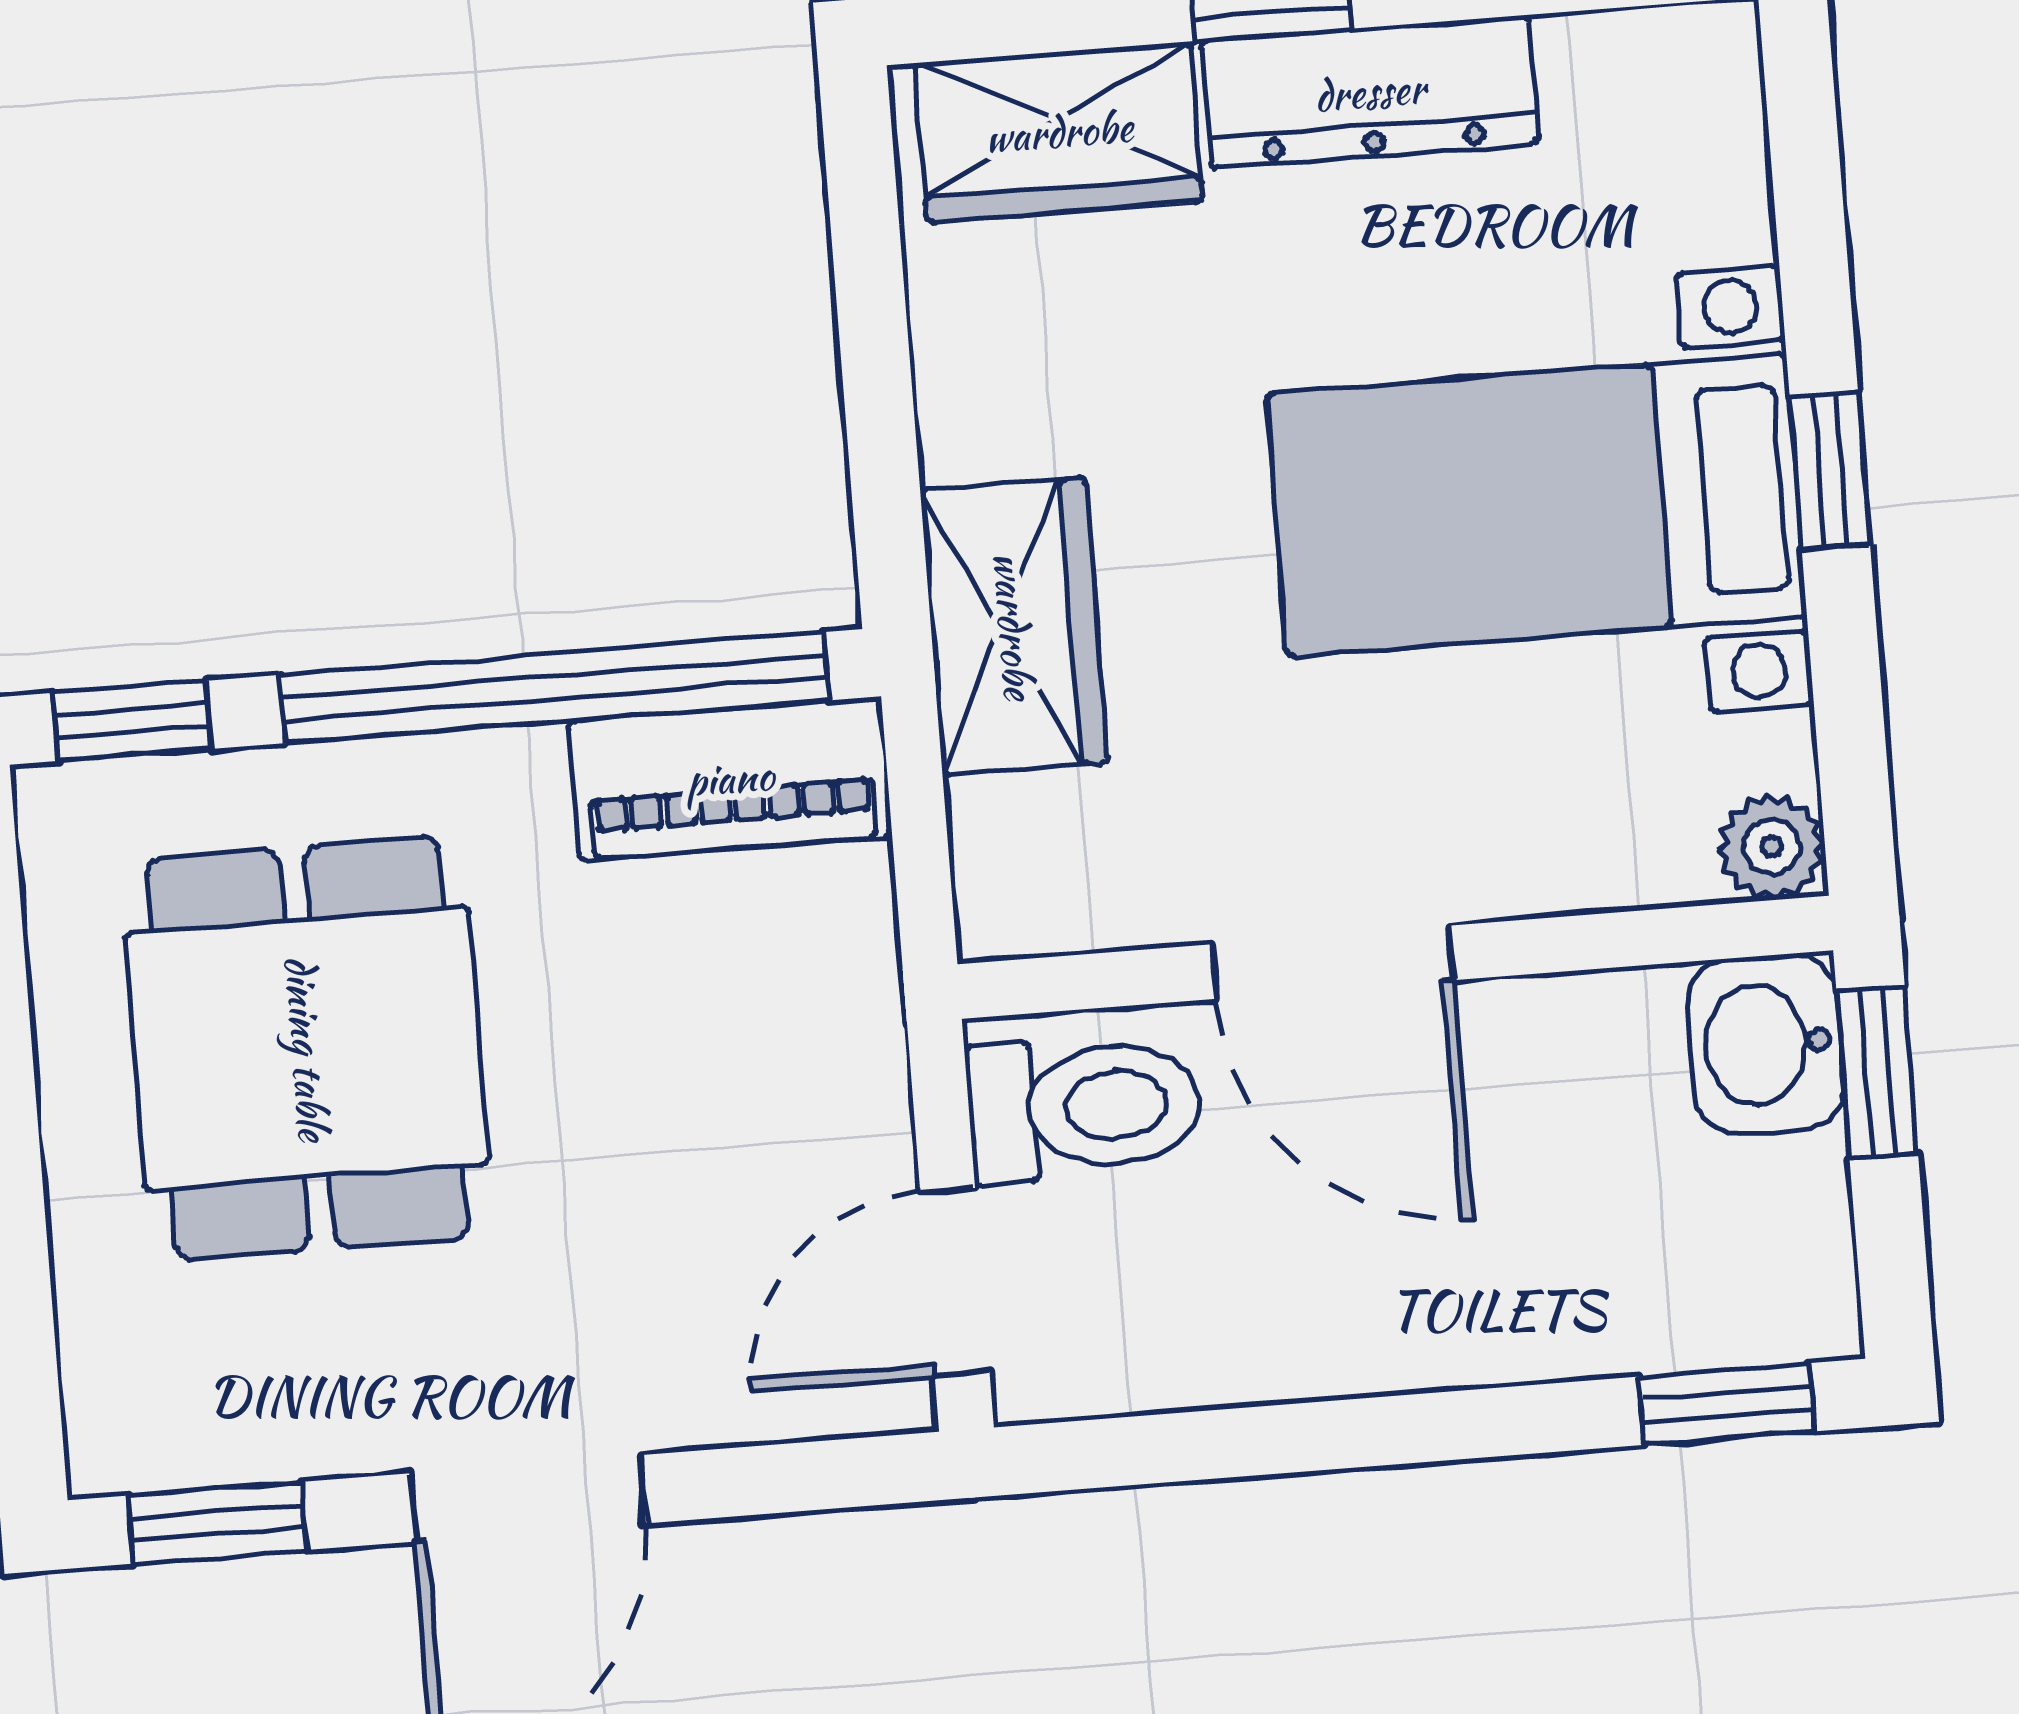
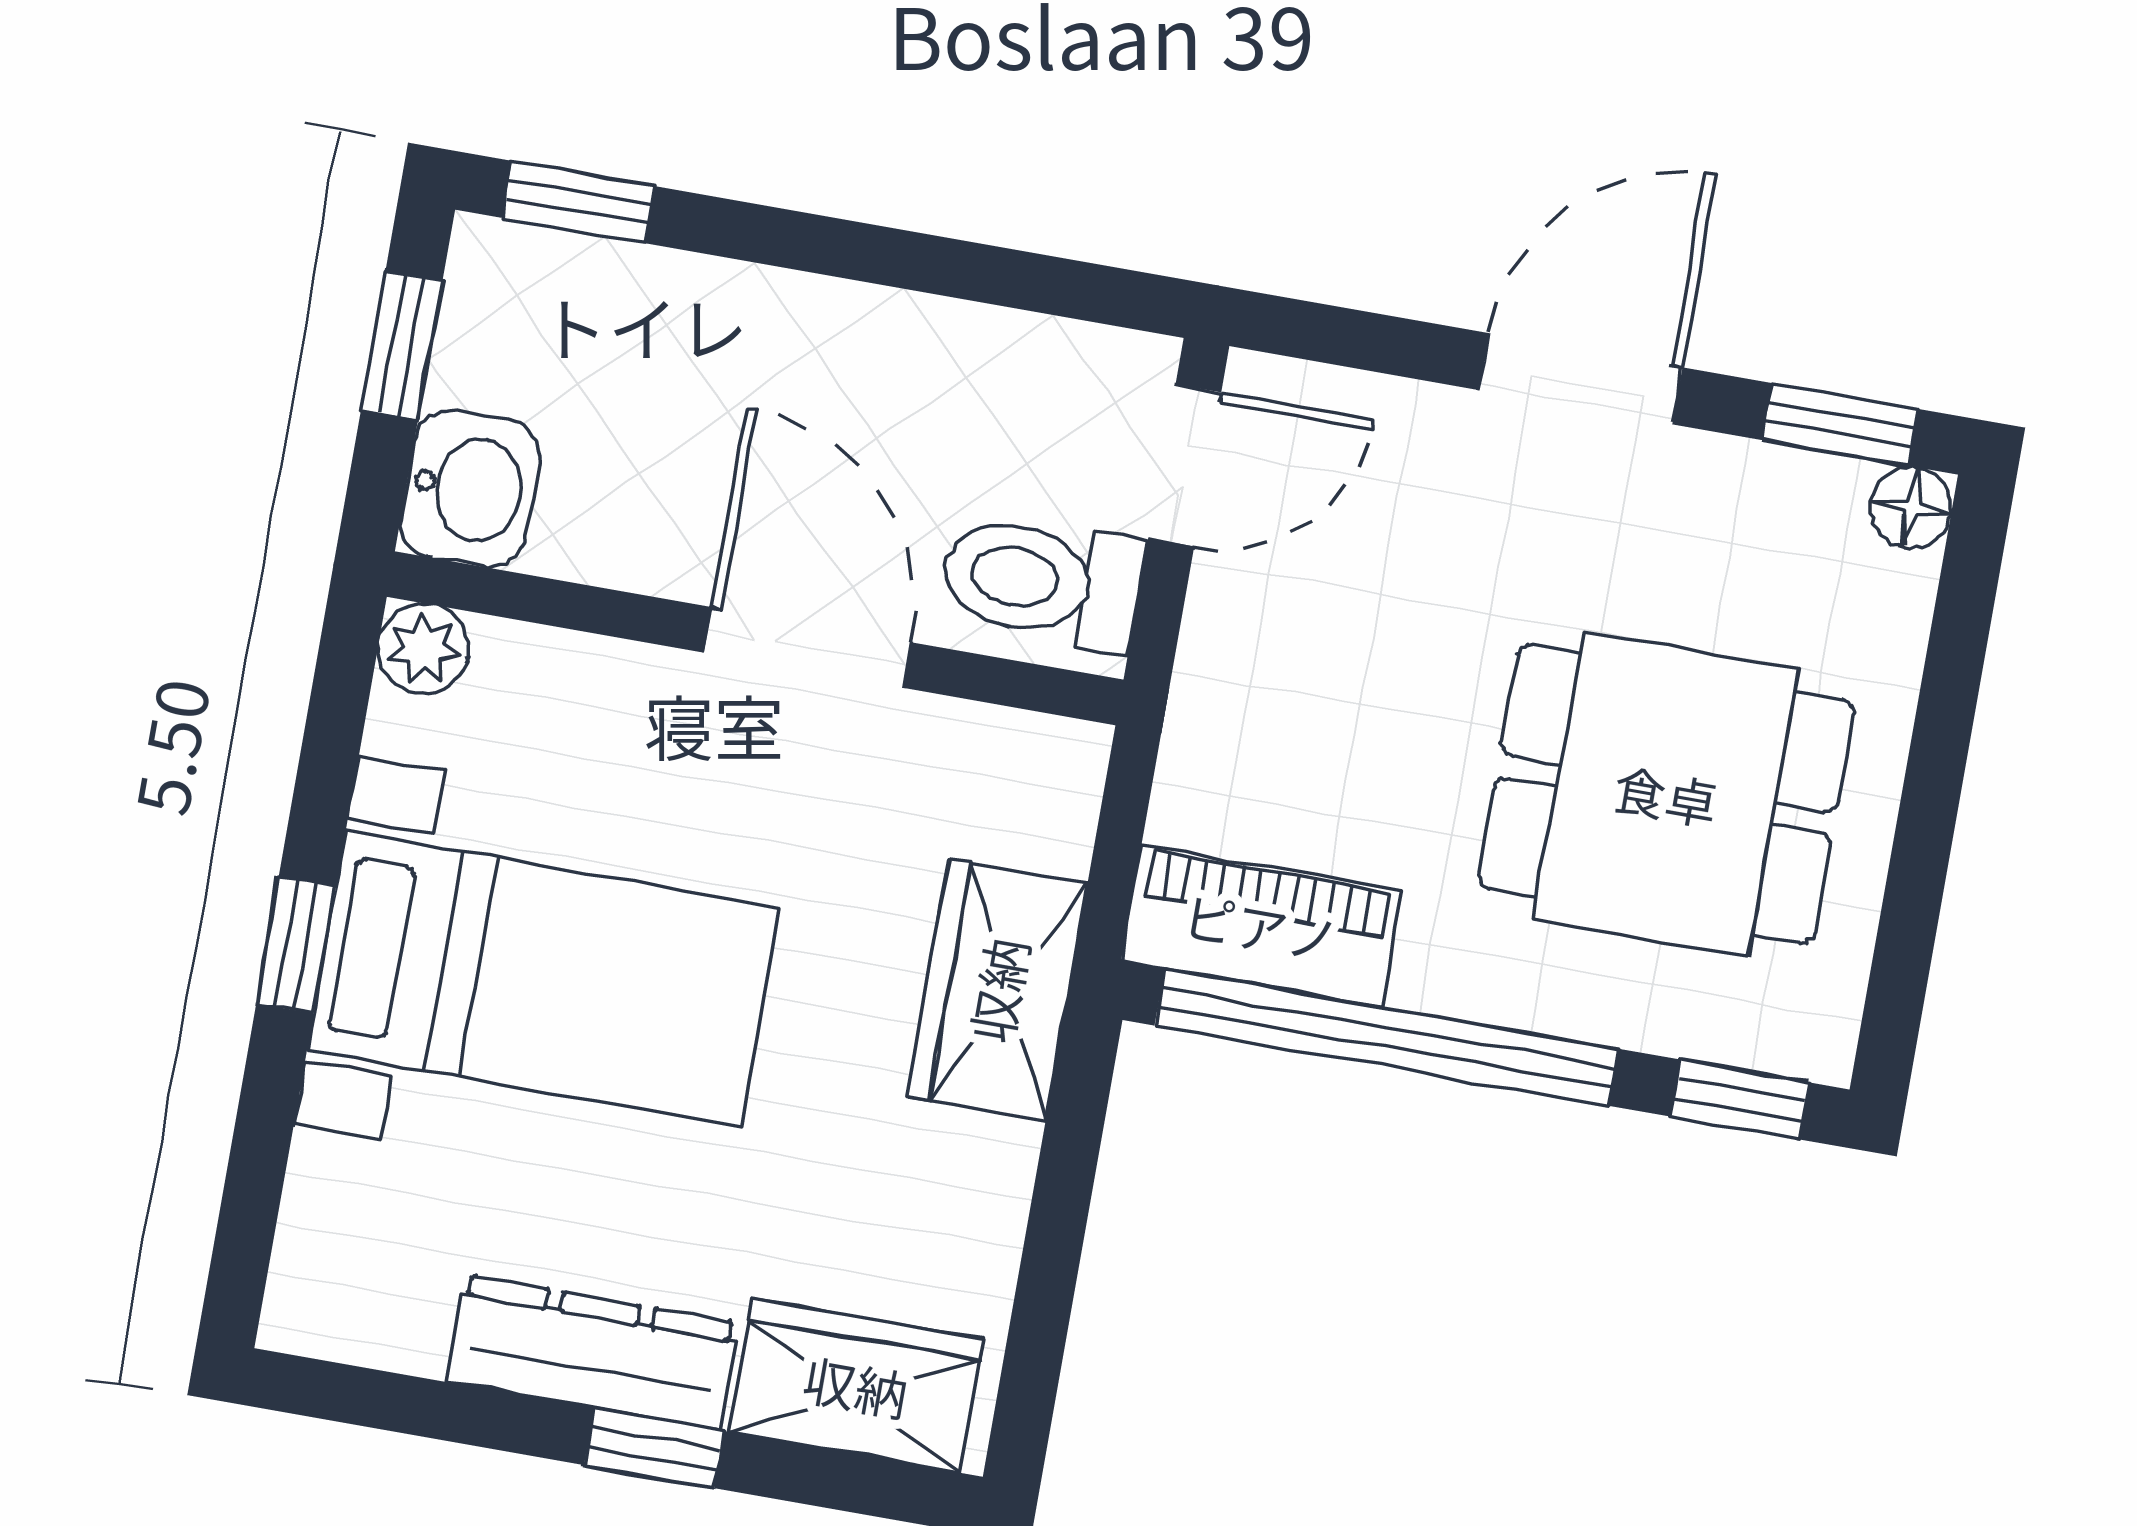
dining table: (307, 1048) -> (1666, 794), turned 90
window: (1877, 1072) -> (402, 345), moved
floor lamp: (112, 1449) -> (1911, 508), added

